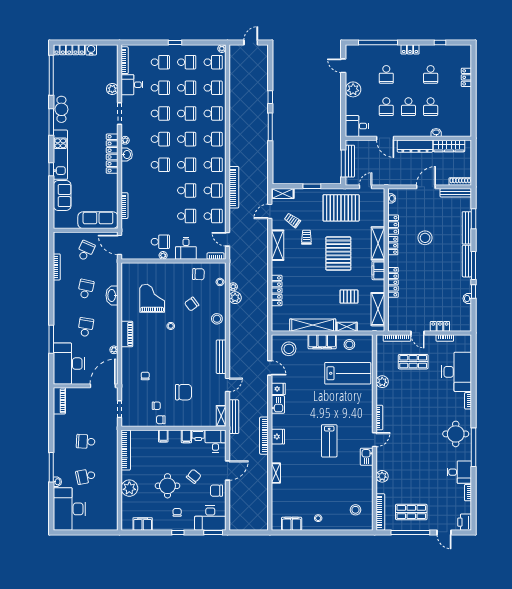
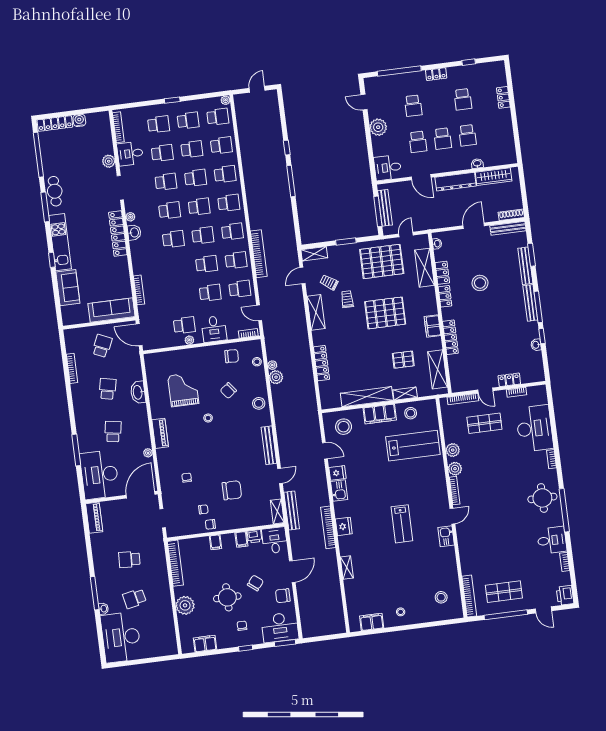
shelving: (378, 243) -> (424, 268), moved
pallet: (338, 254) -> (385, 313), turned 90
plant: (382, 476) -> (455, 469), moved

